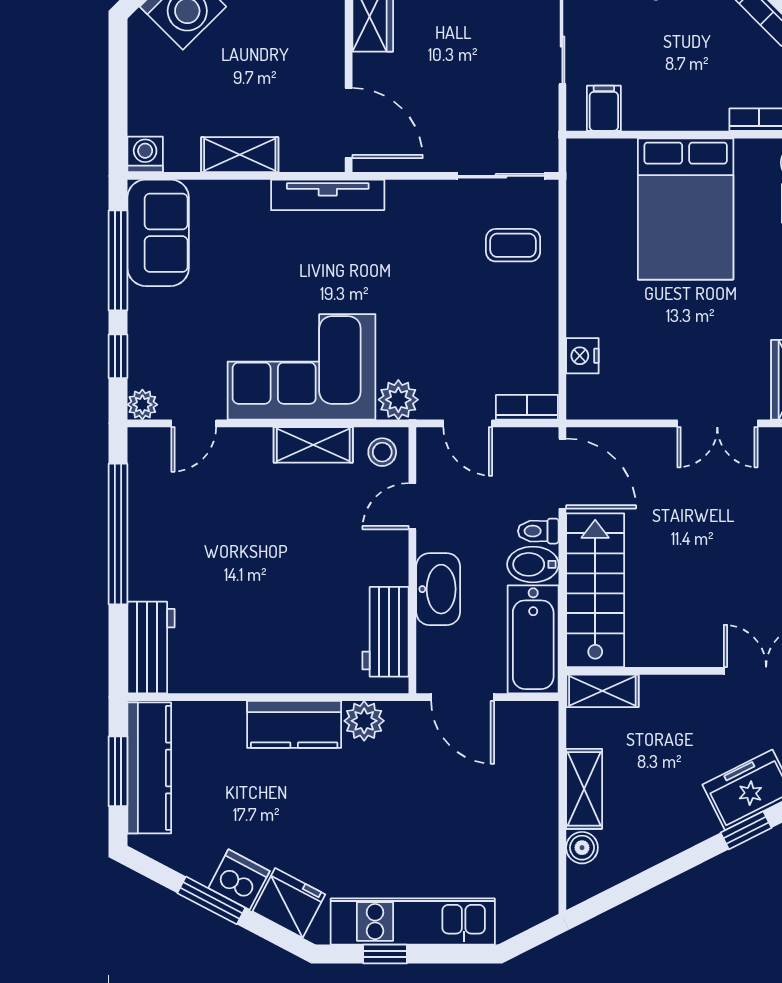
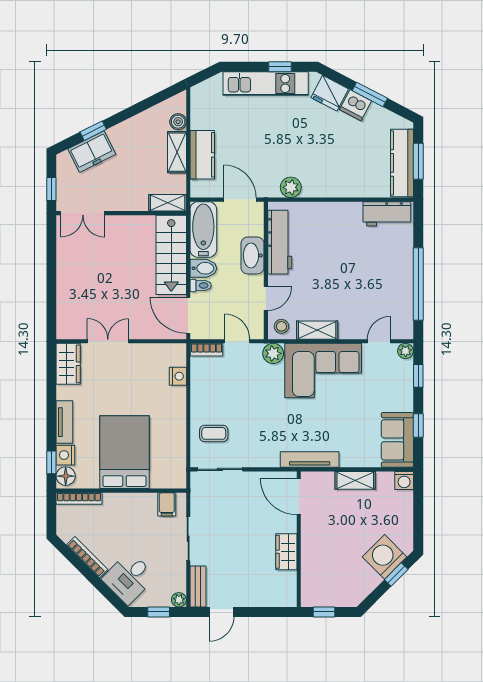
window: (118, 260) -> (418, 426), width x0.46
workbench: (385, 632) -> (280, 242), width x1.38
workbench: (151, 647) -> (387, 214), moved, turned -90
kitchen counter: (294, 724) -> (202, 155), moved, turned 90

